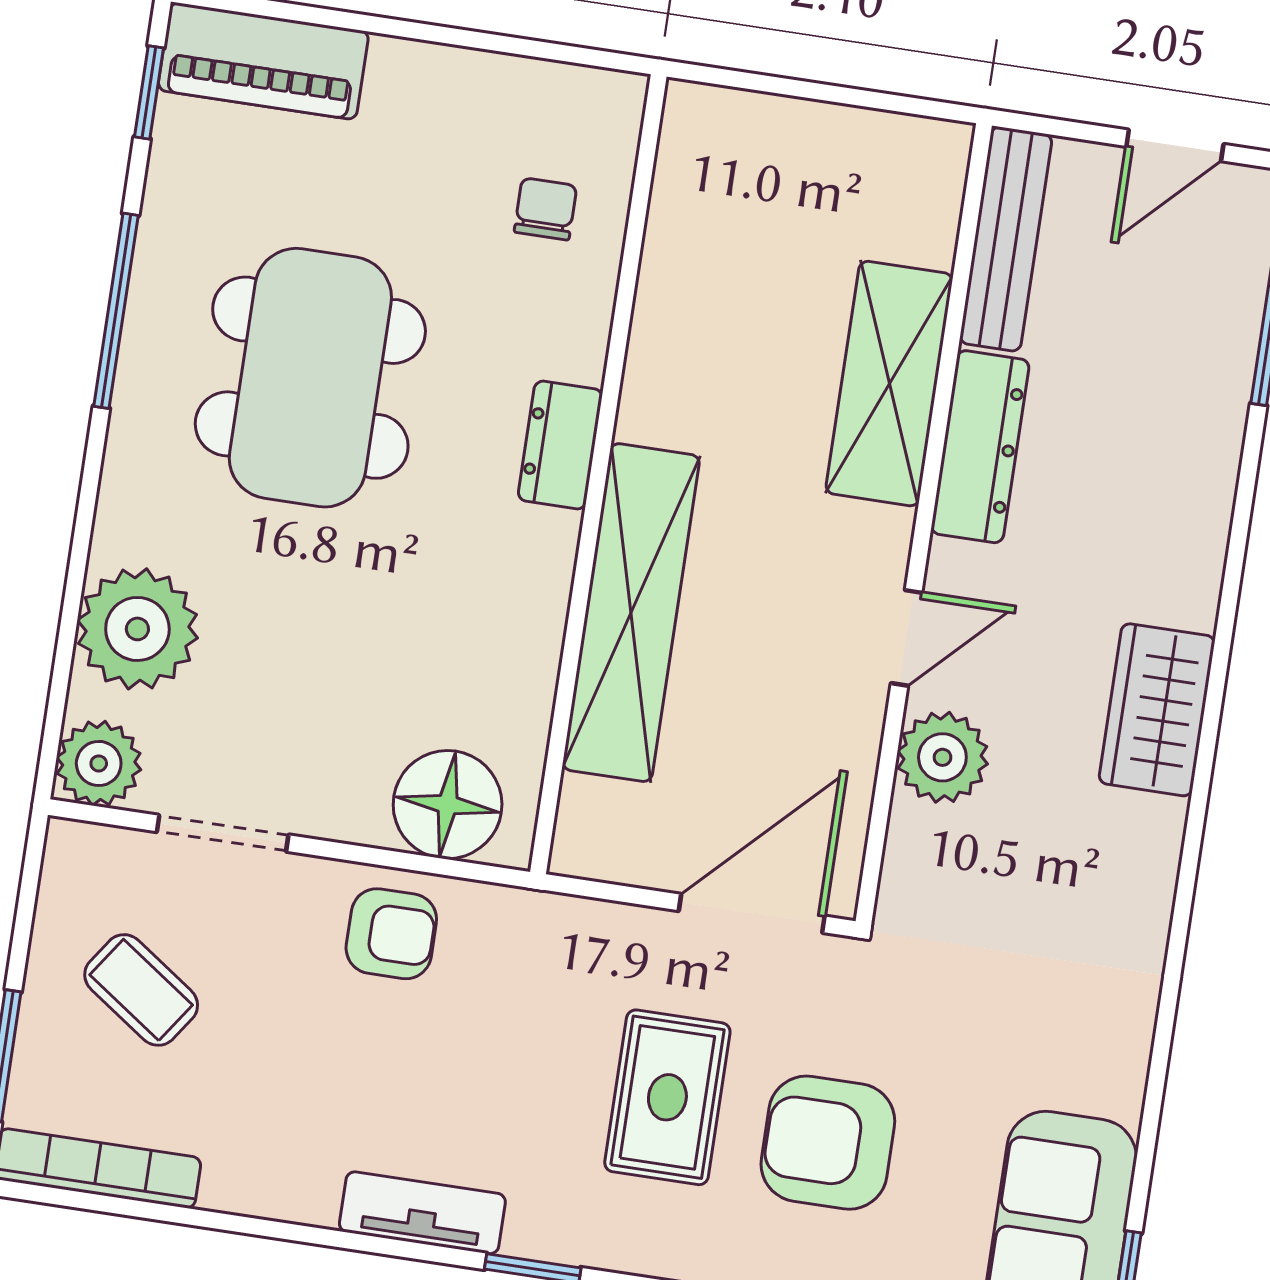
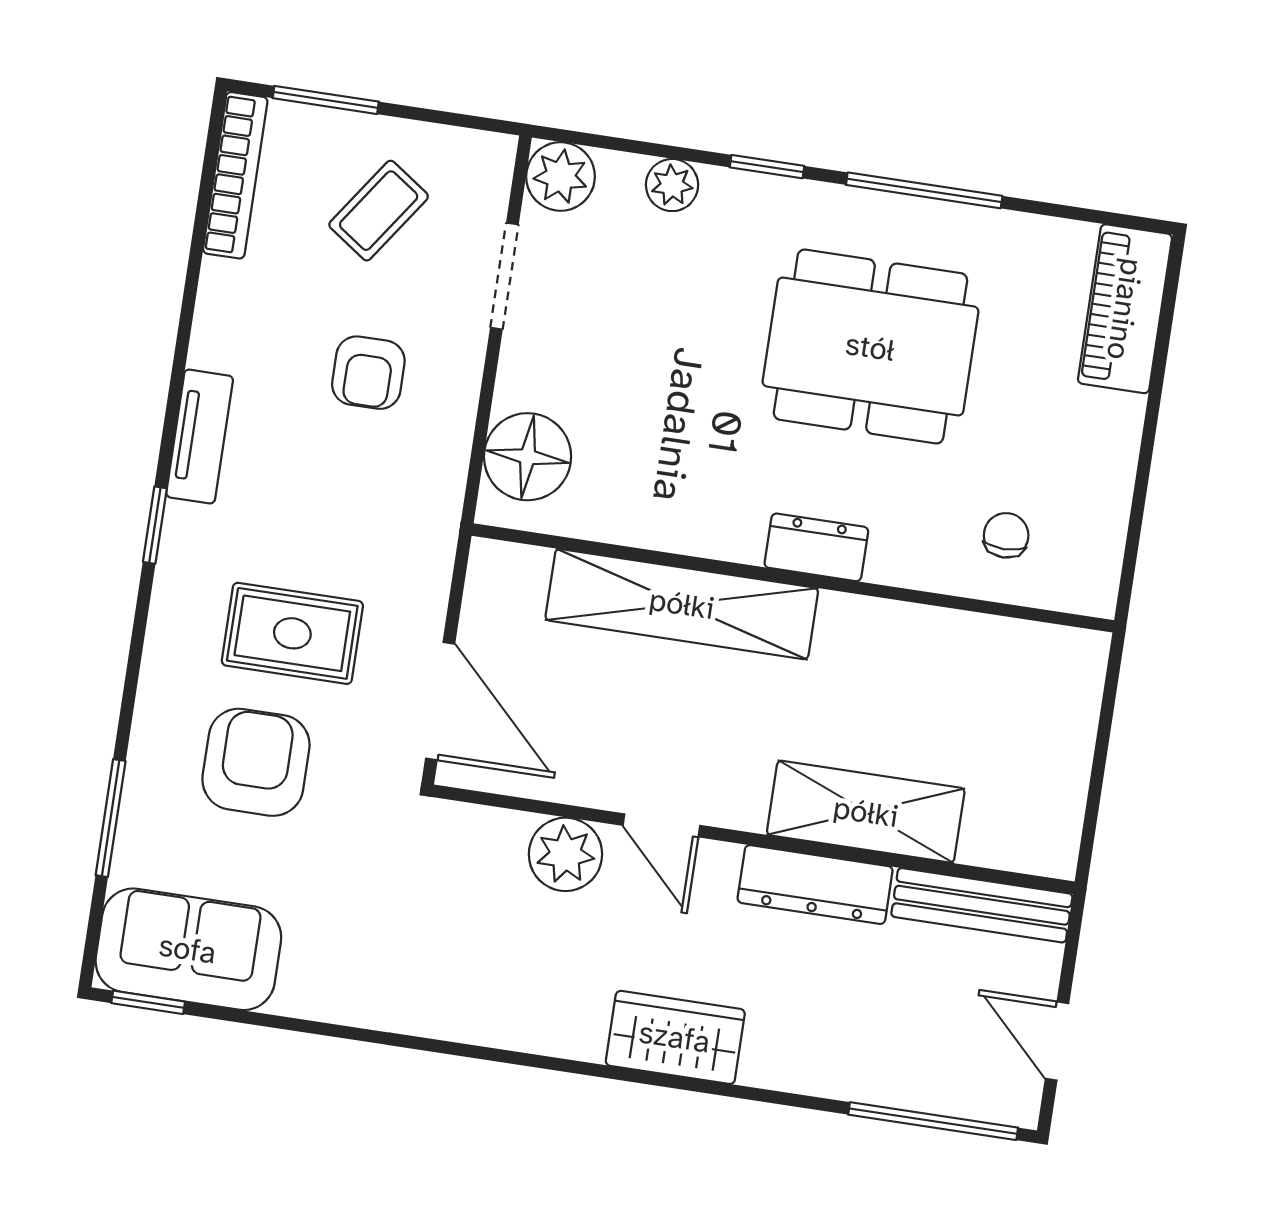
window: (149, 92) -> (767, 167), moved
chair: (545, 209) -> (1006, 535), turned -90
plant: (137, 629) -> (672, 185), width x0.53, depth x0.53
wardrobe: (1157, 710) -> (675, 1037), moved
armchair: (391, 934) -> (368, 373), moved

